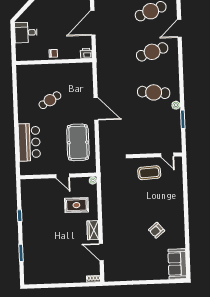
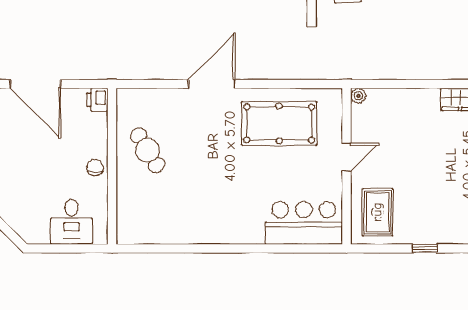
desk: (26, 33) -> (72, 222), moved
cafe table: (50, 100) -> (148, 150), moved
bar counter: (29, 142) -> (304, 223), moved
rug: (76, 205) -> (377, 212), moved

